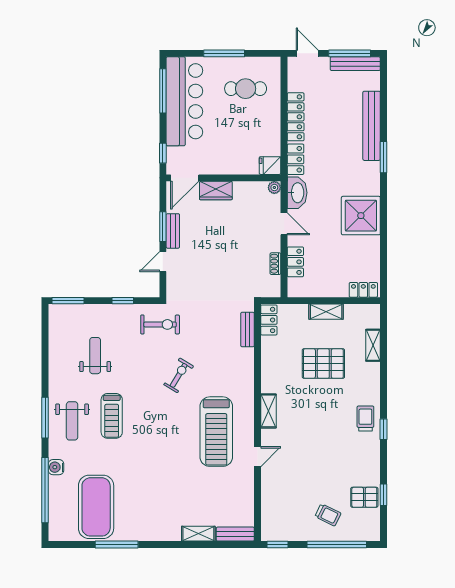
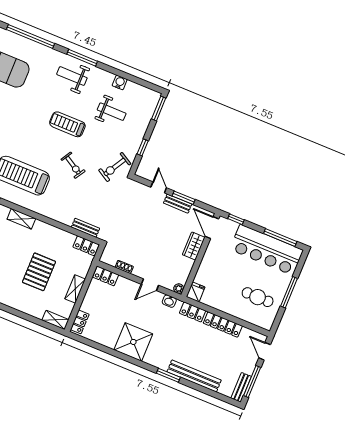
door: (307, 53) -> (265, 351), swing flipped
bench: (355, 64) -> (241, 387), width x0.73
cafe table: (246, 89) -> (258, 297), turned 90
washbasin: (297, 193) -> (169, 301), width x0.52, depth x0.69
locker: (295, 262) -> (106, 276), moved
exercise bike: (160, 324) -> (115, 167), turned 30
shelving: (373, 345) -> (55, 320), moved
treadmill: (112, 416) -> (67, 124), moved
water cooler: (56, 467) -> (120, 82), moved

